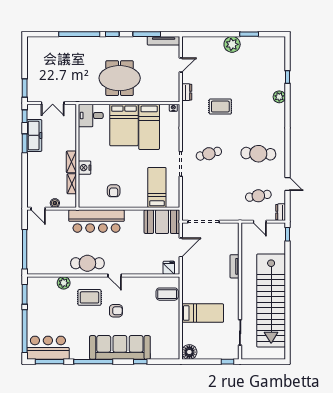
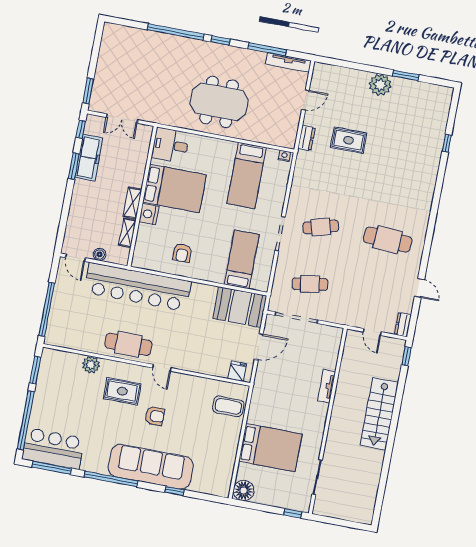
plant: (279, 97) -> (431, 168), removed
rug: (220, 107) -> (349, 140), moved
bed: (124, 125) -> (174, 188), moved, turned -90
cafe table: (258, 196) -> (310, 284), moved
bar counter: (96, 221) -> (138, 287), width x1.36
stairs: (271, 300) -> (379, 414), width x0.54, depth x0.66
bed: (203, 313) -> (270, 448), width x1.50

